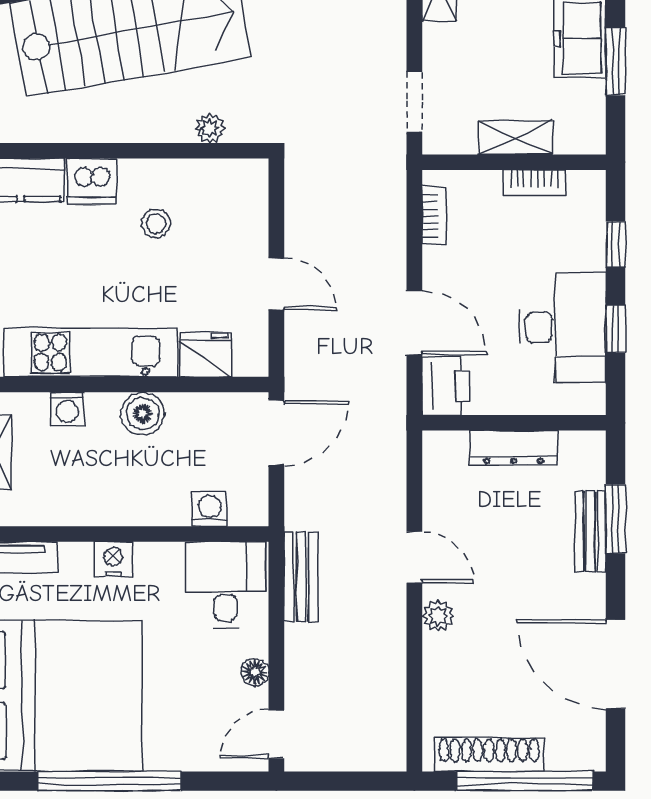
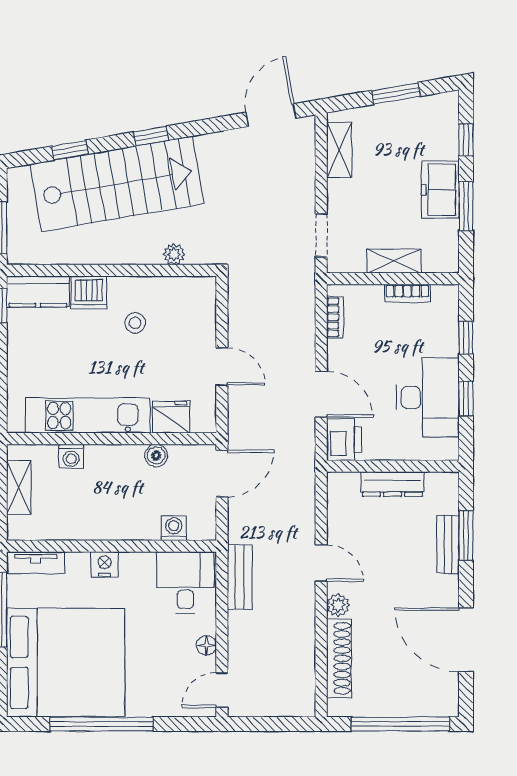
boiler: (143, 414) -> (156, 456), moved, width x0.73, depth x0.73
shoe rack: (489, 755) -> (339, 658), moved, turned 90

